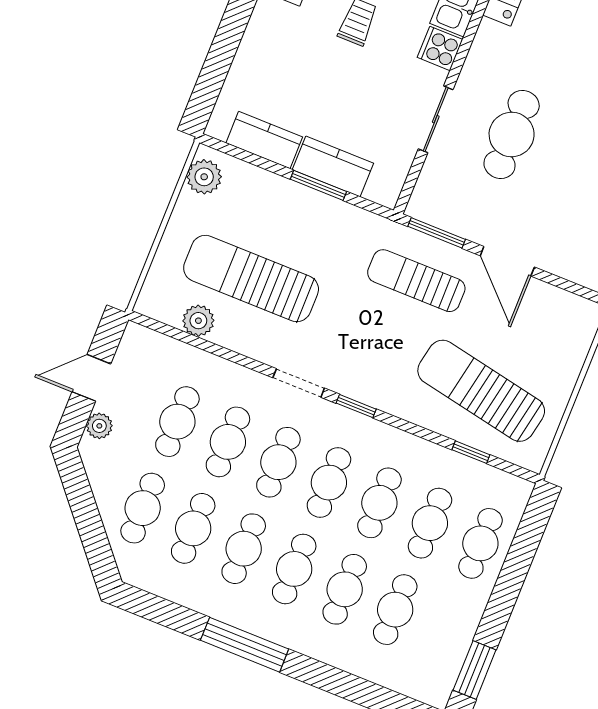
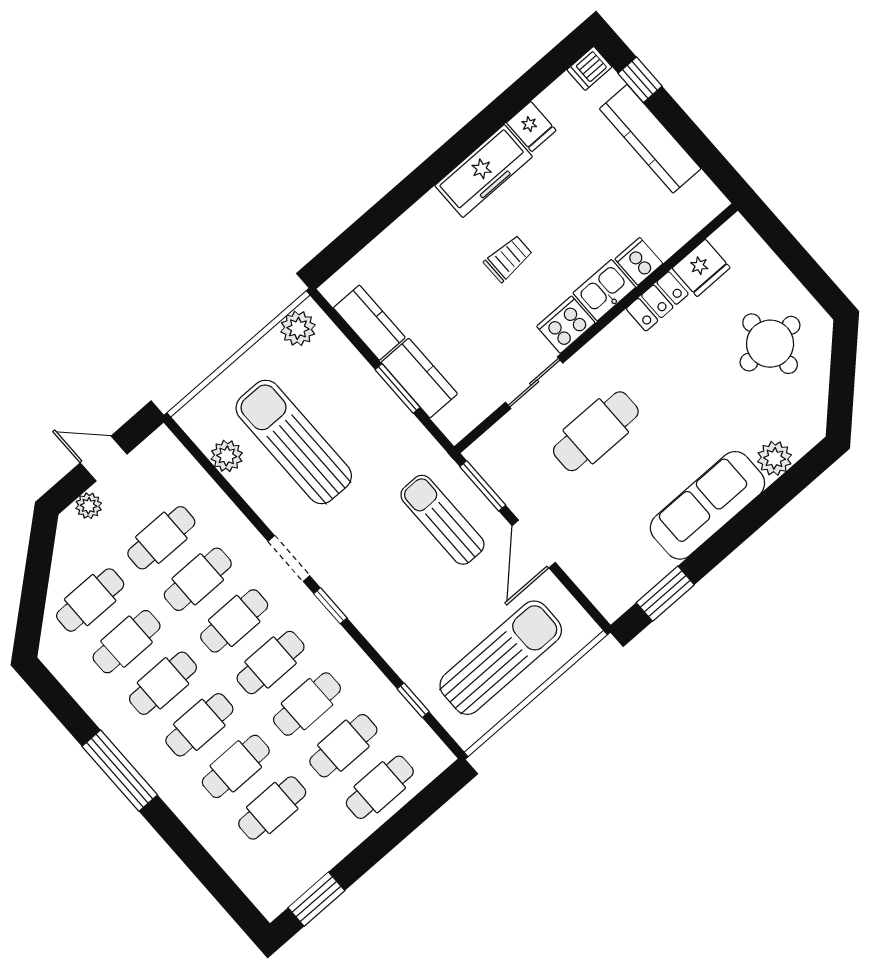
cooker: (440, 48) -> (566, 325), width x1.36
sun lounger: (481, 391) -> (501, 658), moved, turned 79

